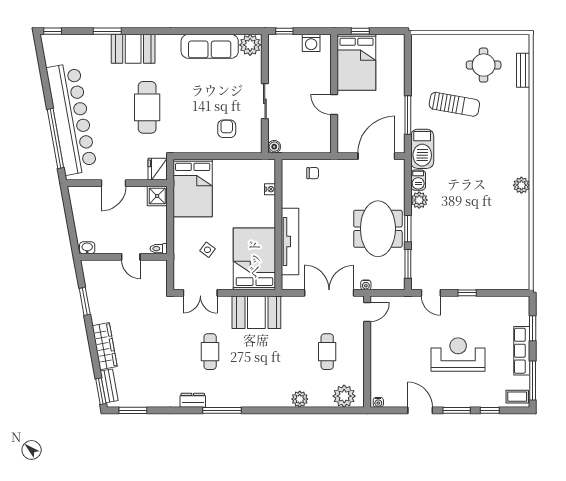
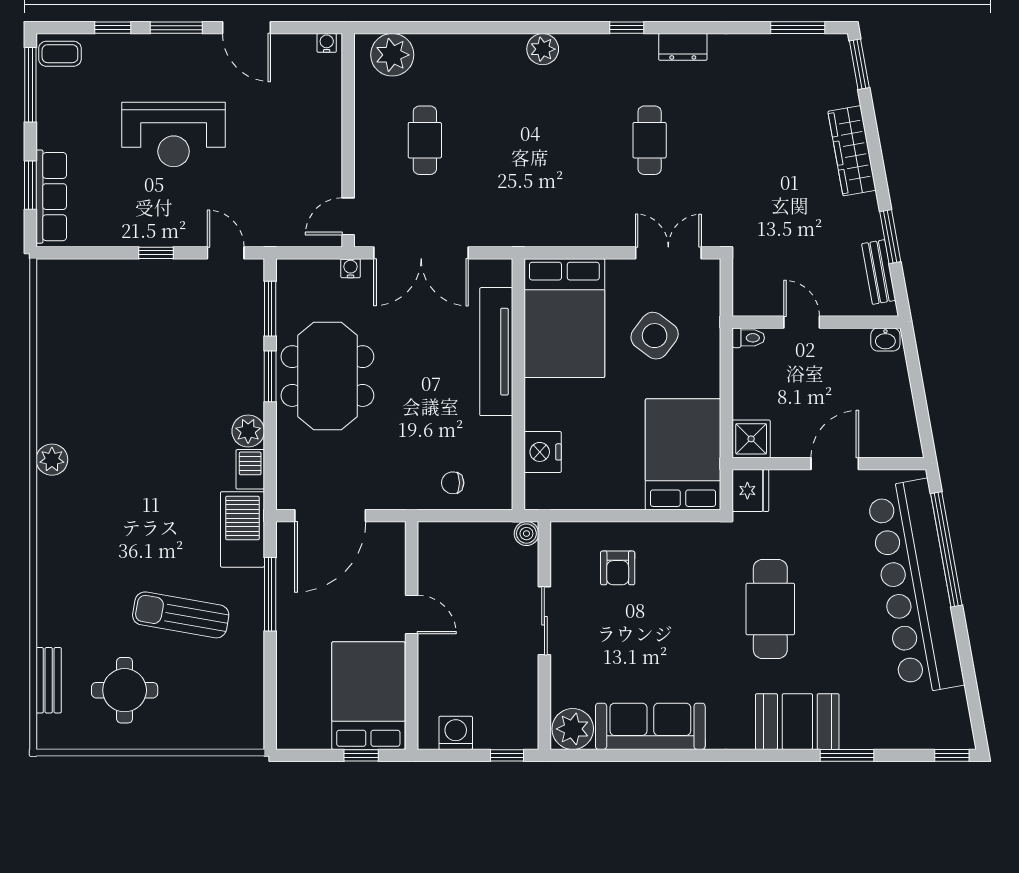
nightstand: (270, 189) -> (543, 452), width x1.89, depth x1.79
side table: (207, 250) -> (655, 336), width x1.87, depth x1.87
booth: (256, 312) -> (561, 216), removed
row of seats: (522, 351) -> (51, 197), moved
bench: (109, 386) -> (879, 272), moved
plant: (300, 399) -> (543, 49), moved
window: (222, 410) -> (627, 28), width x0.46

